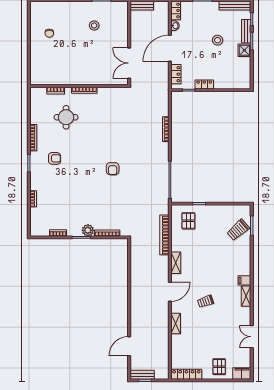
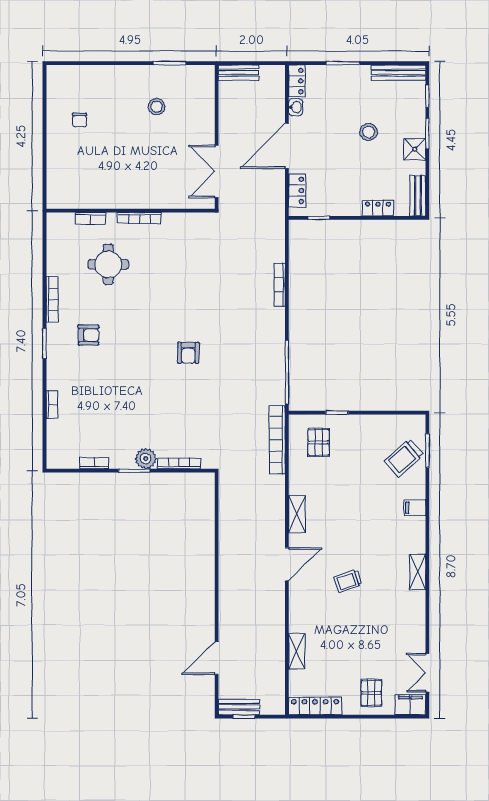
bench: (246, 31) -> (418, 196), moved
locker: (204, 84) -> (378, 208), moved
bookcase: (164, 235) -> (277, 440), moved
filing cabinet: (244, 280) -> (415, 508), moved
shelving: (176, 323) -> (297, 651), moved
double door: (252, 337) -> (427, 673), moved

